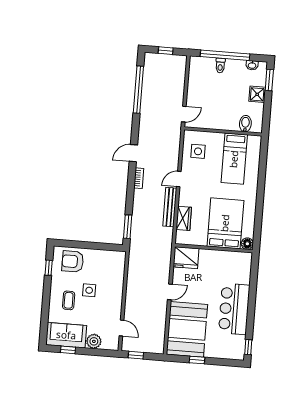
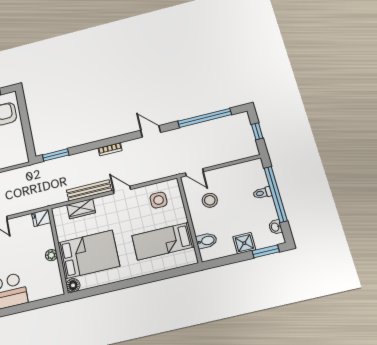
stool: (212, 110) -> (210, 200), added
door: (133, 153) -> (151, 131), moved
plant: (216, 255) -> (51, 255), added
fridge: (186, 258) -> (41, 218), width x0.53, depth x0.75

